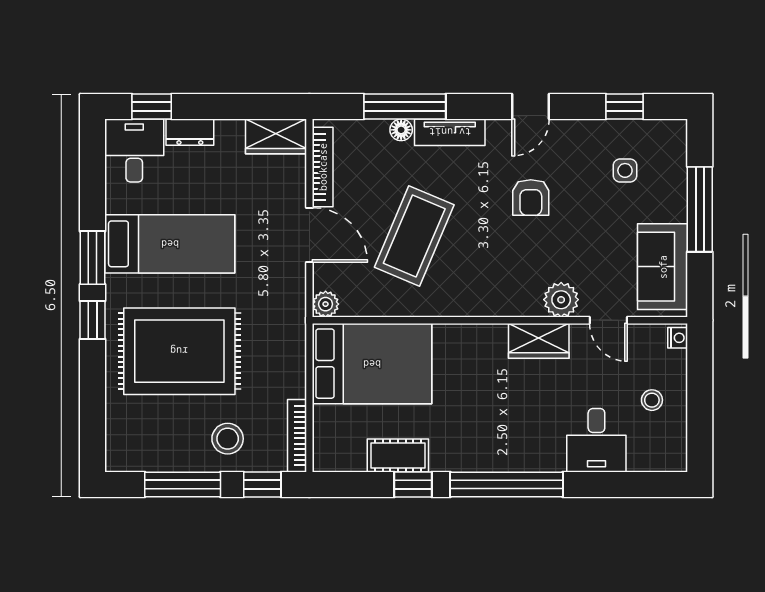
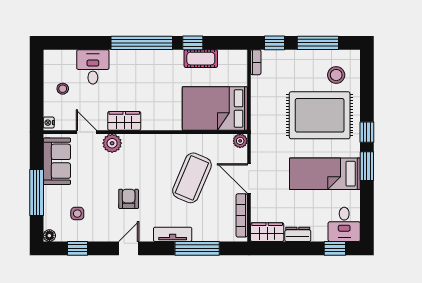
floor lamp: (401, 130) -> (49, 236), moved
dresser: (190, 132) -> (298, 234), moved
bookcase: (297, 436) -> (256, 62), width x0.64
stool: (228, 439) -> (336, 75), moved

